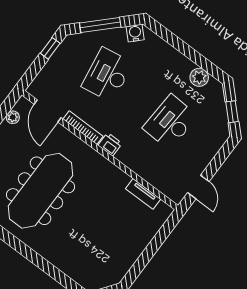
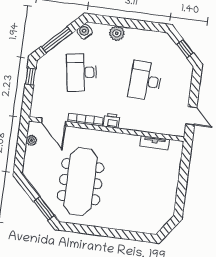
plant: (199, 77) -> (117, 33), moved

